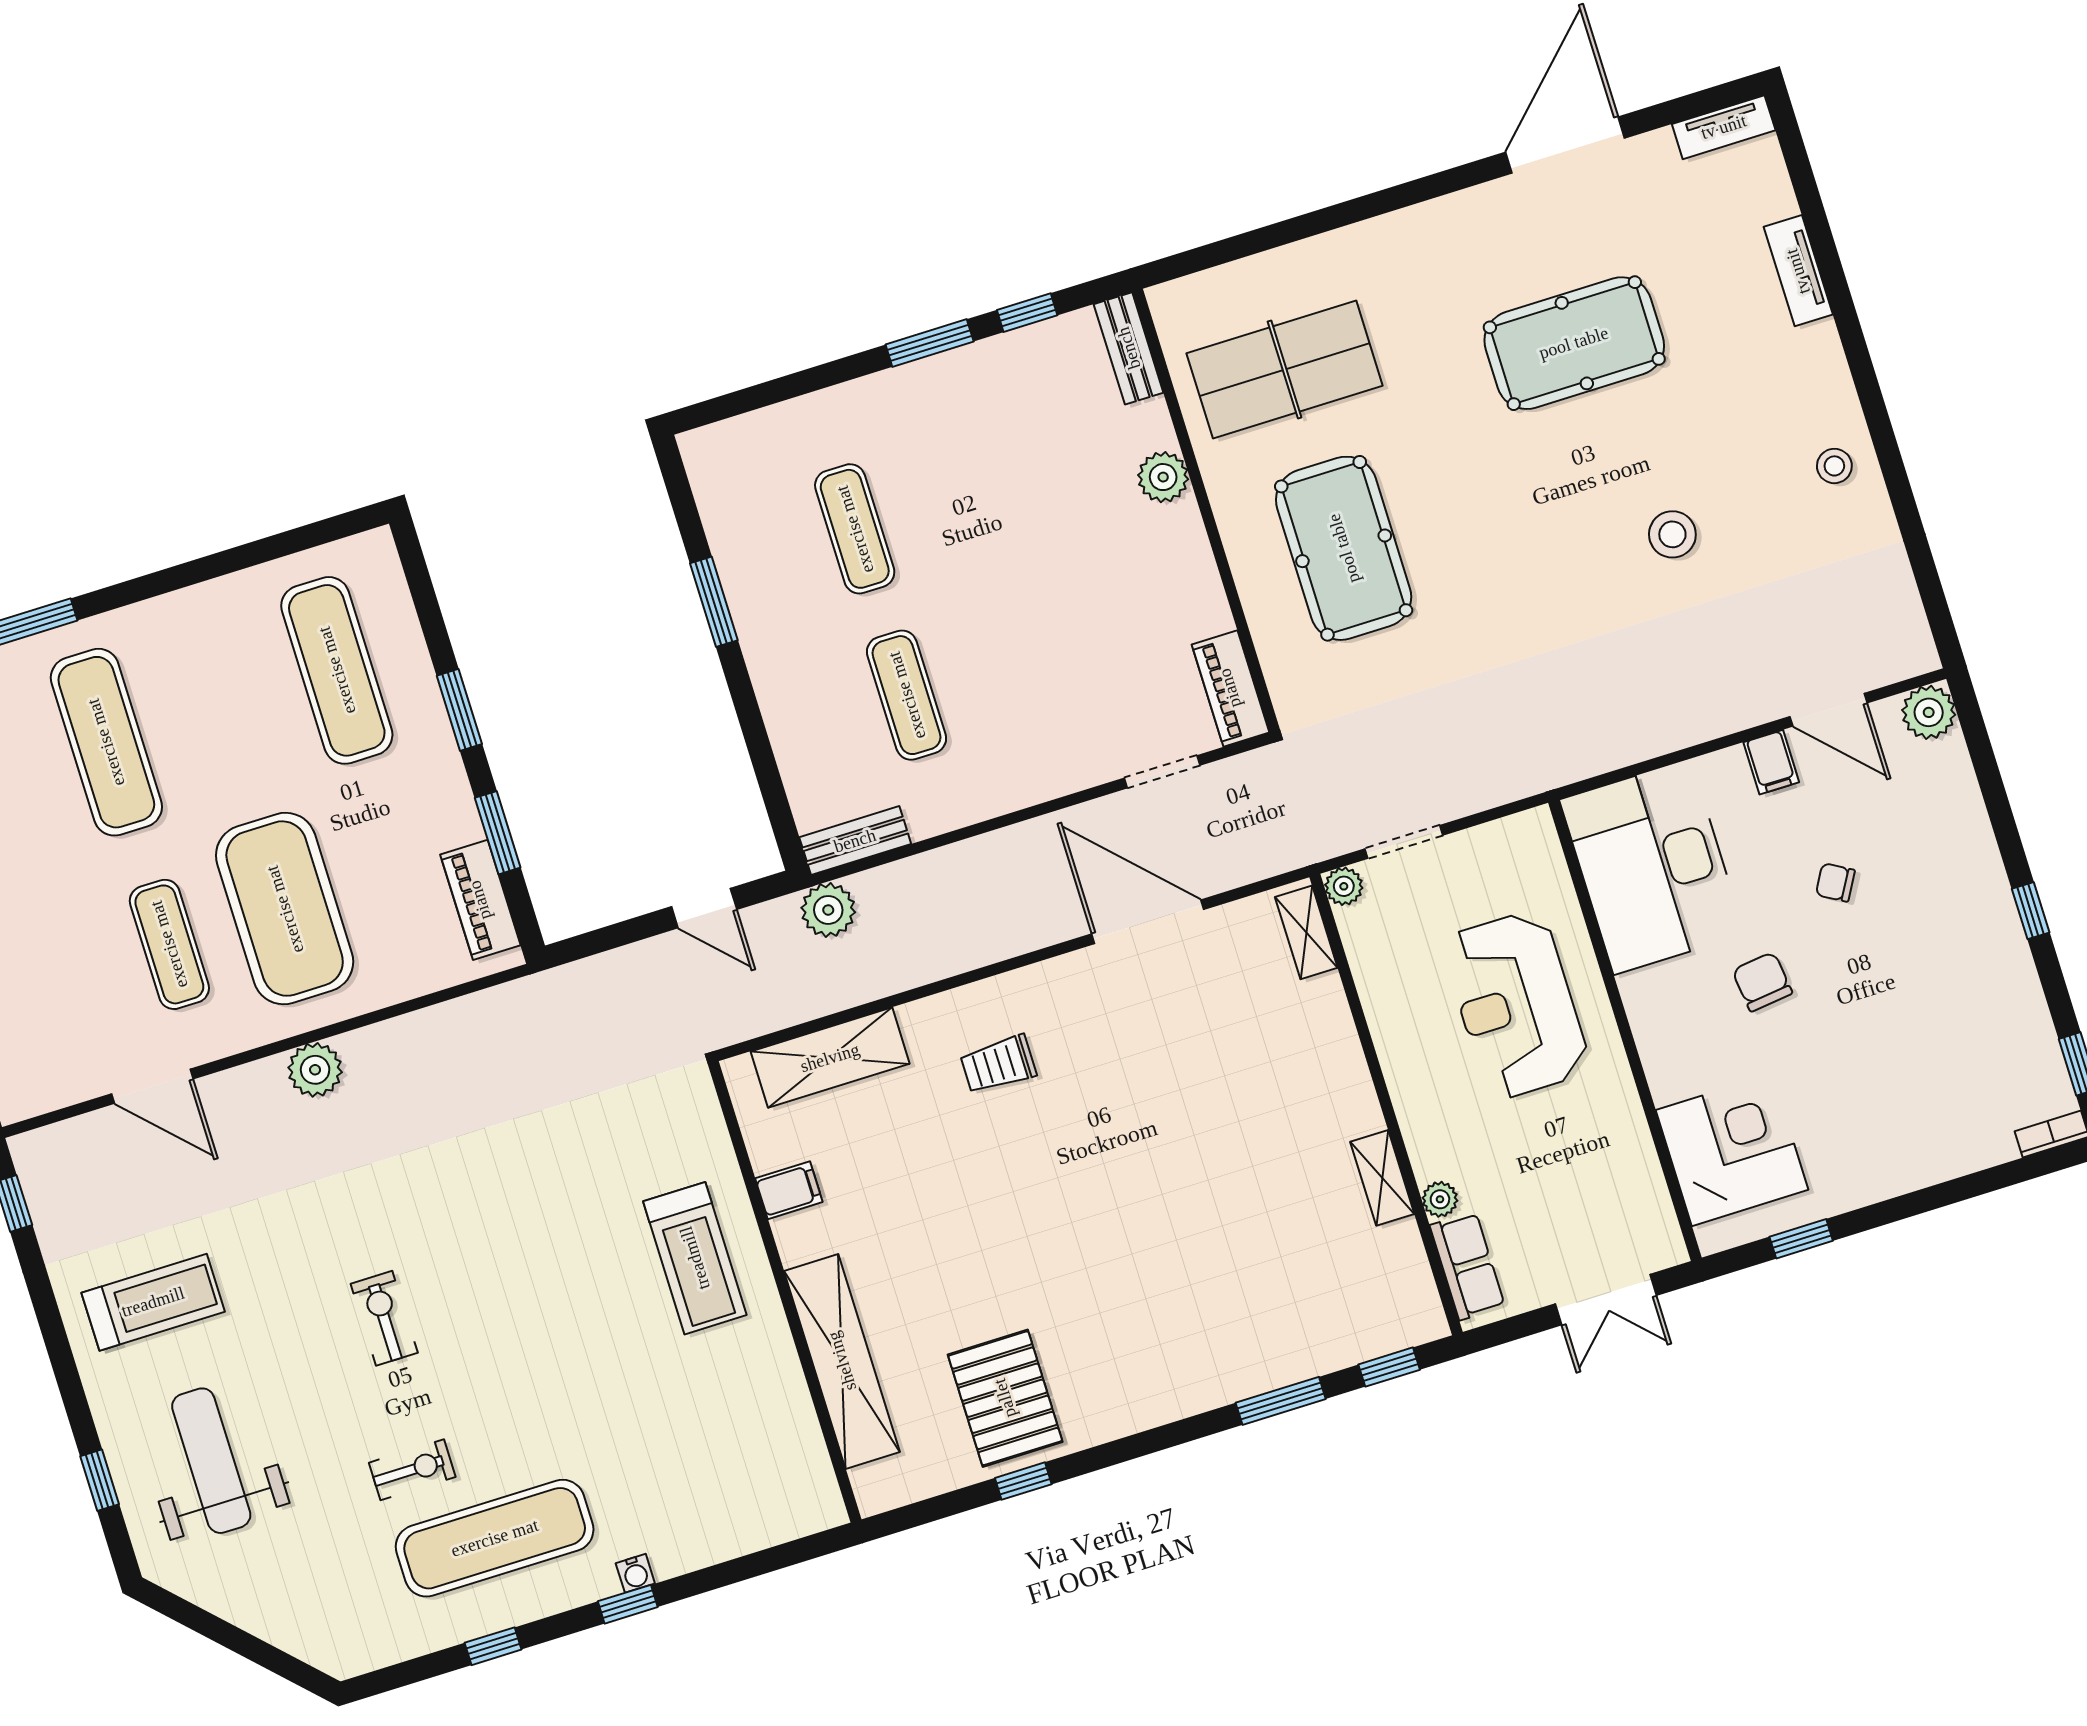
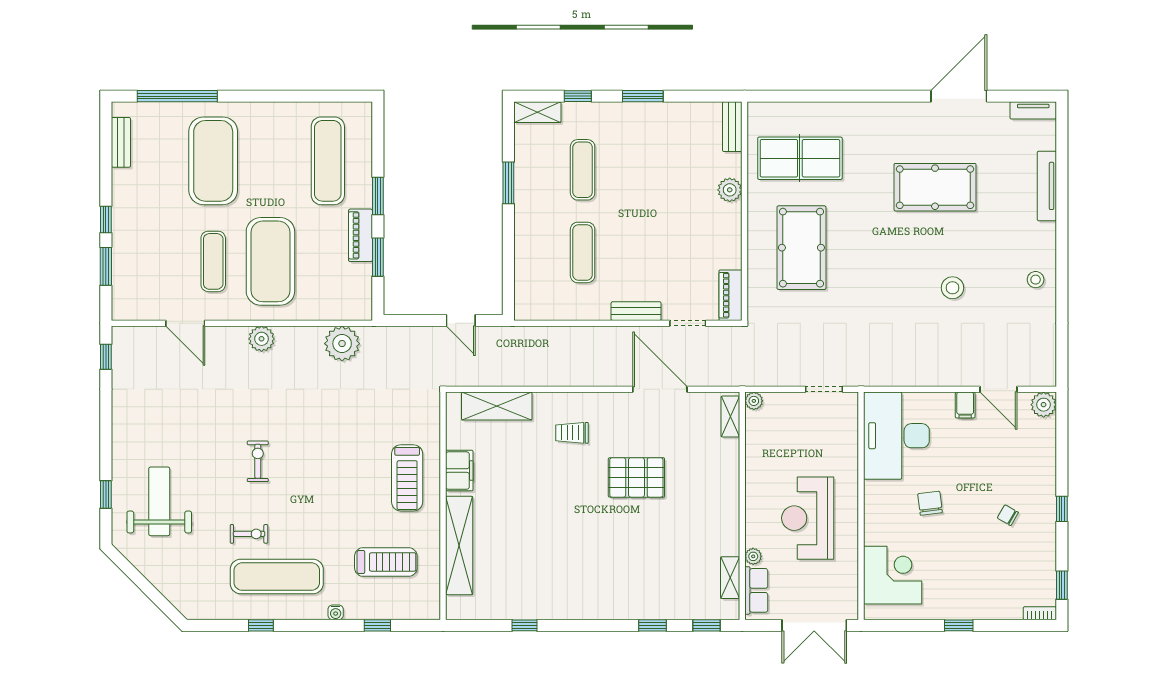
tv unit: (1798, 271) -> (1047, 186), width x1.41
window: (1027, 313) -> (578, 96), moved
shelving: (728, 441) -> (537, 112), added
exercise mat: (106, 742) -> (213, 161), width x1.47
bench: (855, 841) -> (636, 311), moved
doorway: (1404, 842) -> (824, 389), moved
chair: (1835, 882) -> (1008, 515), moved
piano: (480, 900) -> (360, 235), moved
plant: (828, 910) -> (342, 344), moved, width x1.36, depth x1.36
reception desk: (1516, 1005) -> (808, 518), moved
shelving: (1382, 1178) -> (730, 578), moved
filing cabinet: (789, 1190) -> (459, 471), width x2.00
window: (1801, 1239) -> (959, 625), moved
double door: (1606, 1300) -> (814, 625), width x1.37
treadmill: (153, 1302) -> (386, 562), moved
pallet: (1005, 1398) -> (636, 477), moved, turned 90
window: (1281, 1401) -> (653, 625), width x0.67
window: (628, 1604) -> (377, 625), moved

